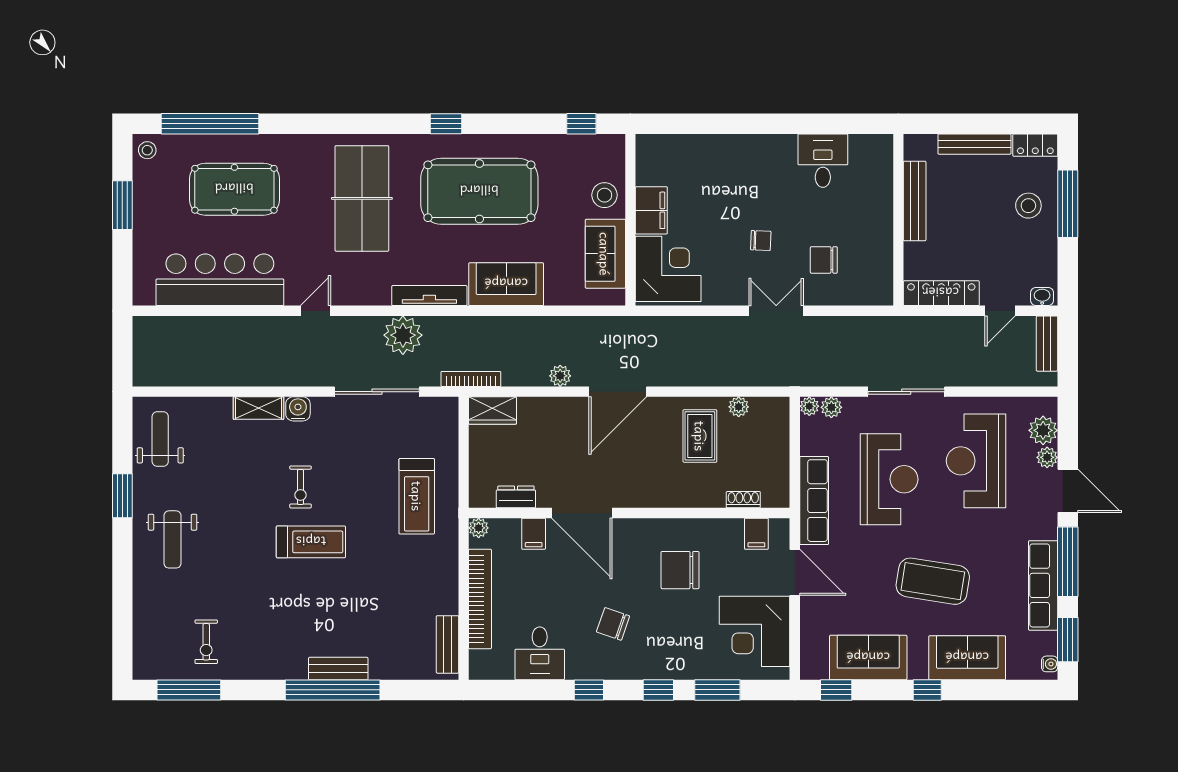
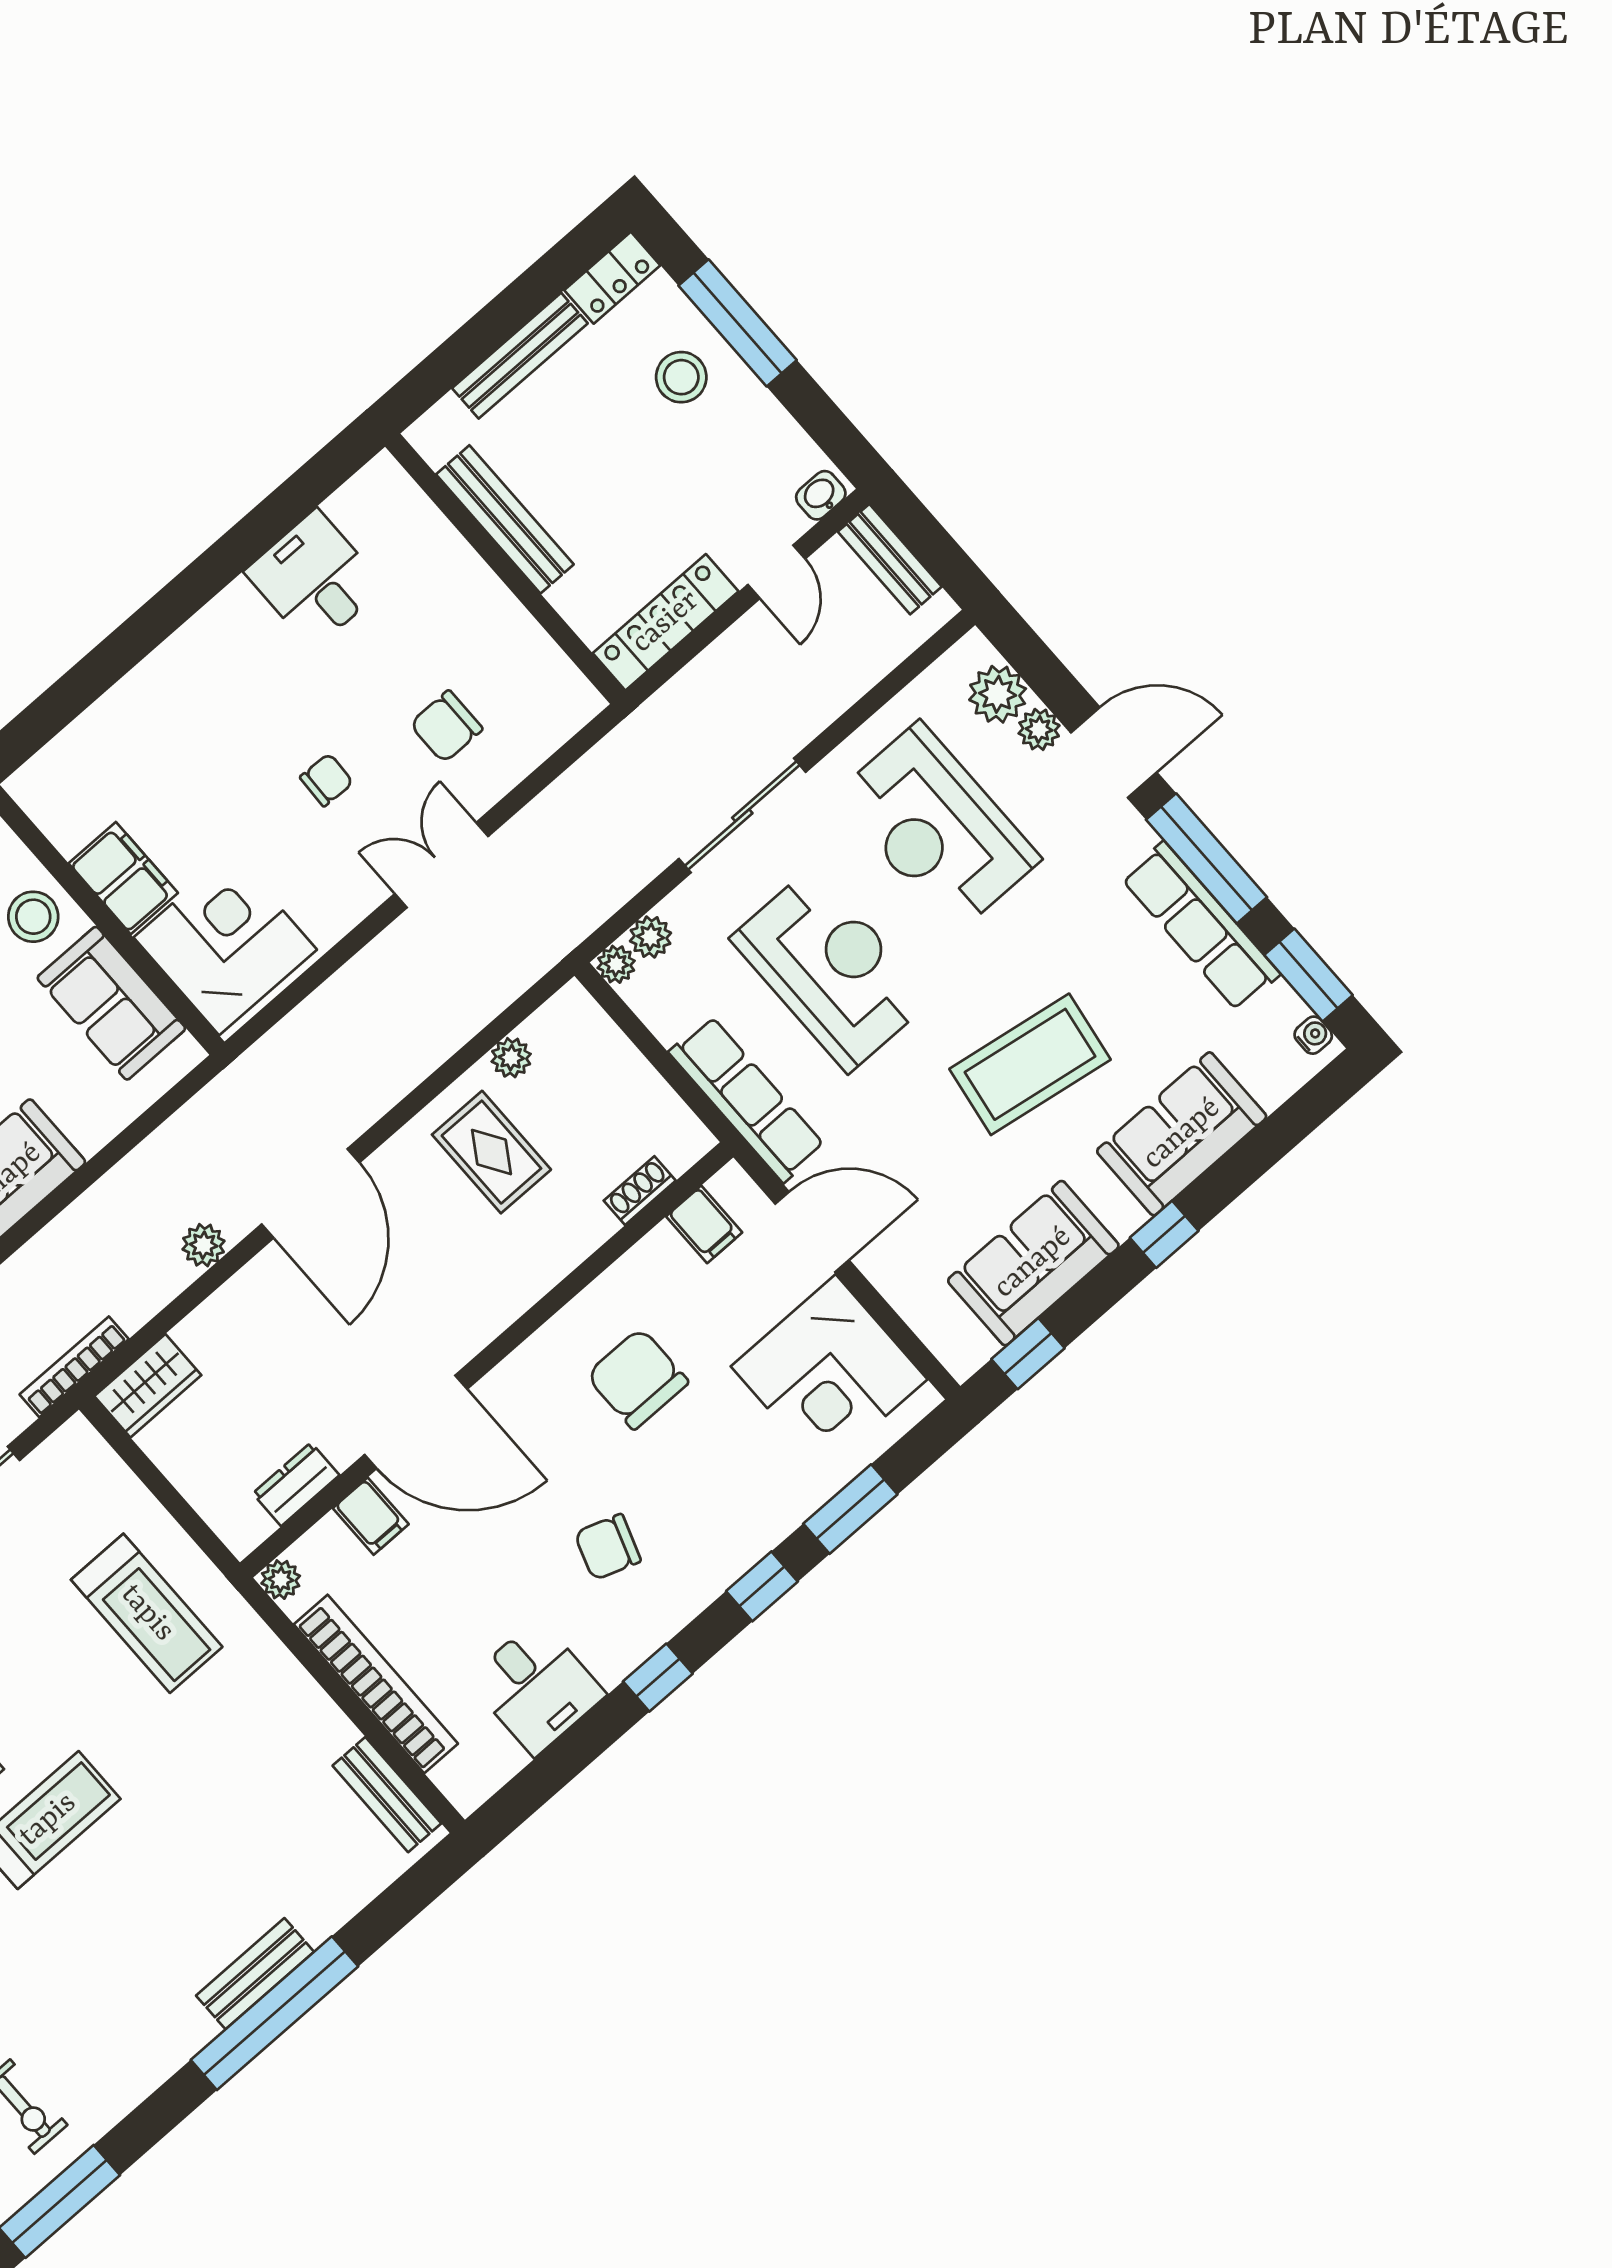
chair: (680, 570) -> (637, 1379), turned 90

